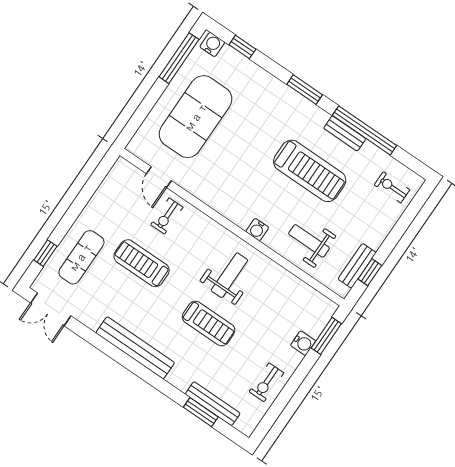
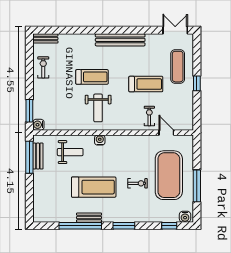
window: (179, 58) -> (197, 186), moved
treadmill: (310, 171) -> (94, 187), turned 180
exercise bike: (392, 187) -> (138, 183), moved
window: (45, 253) -> (197, 83), moved
window: (370, 272) -> (29, 157), width x2.17
treadmill: (209, 323) -> (92, 77), turned 180
water cooler: (303, 343) -> (38, 125), moved
bench: (213, 404) -> (45, 38), moved, width x0.73
window: (201, 412) -> (66, 30), removed

